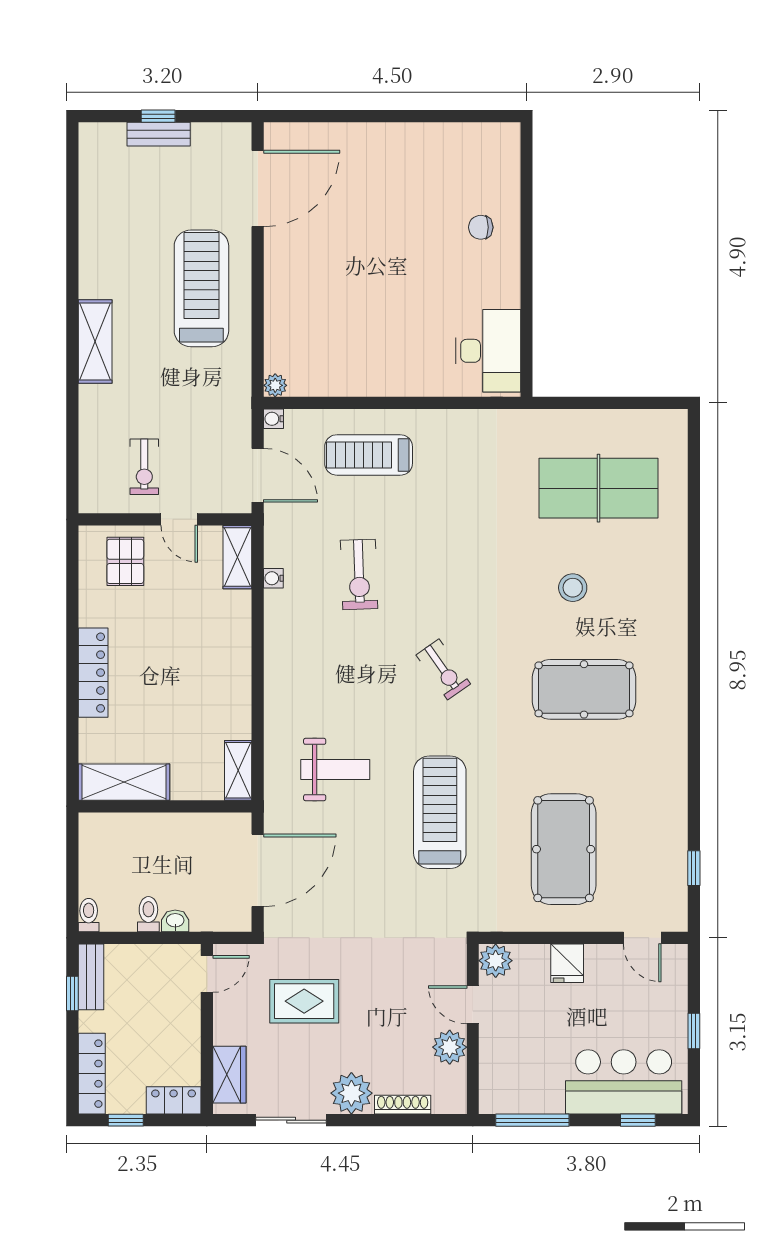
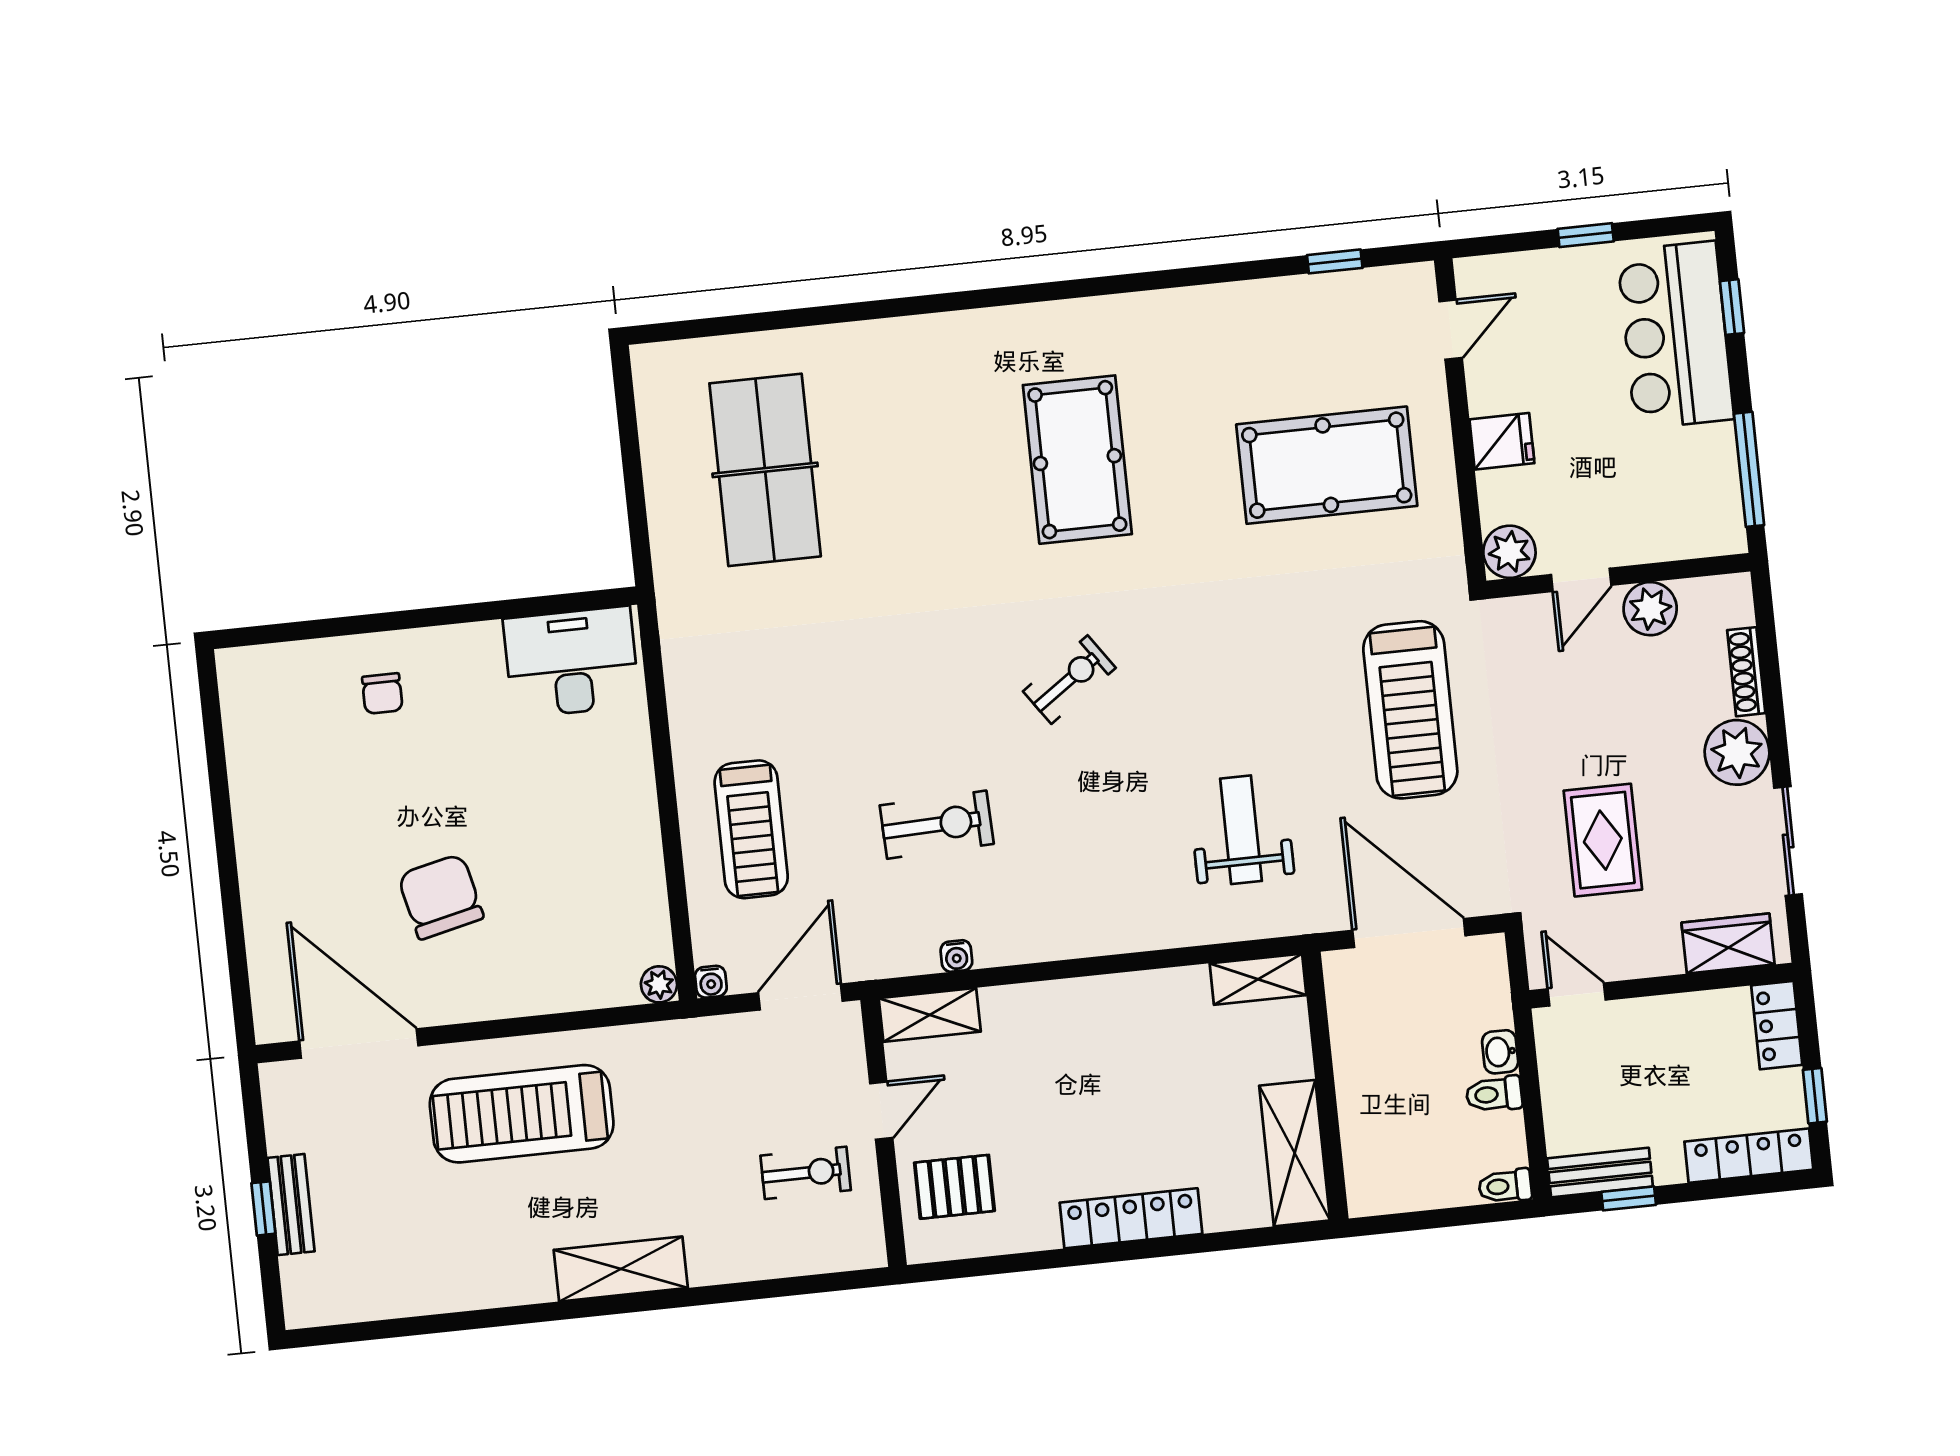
chair: (346, 251) -> (441, 897), added
stool: (573, 588) -> (923, 493), removed
treadmill: (440, 812) -> (1410, 710), moved, turned -90

